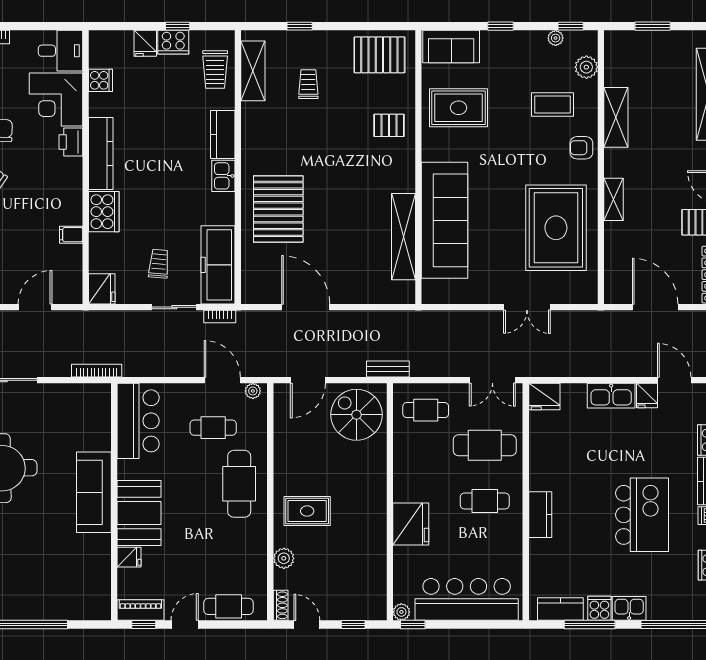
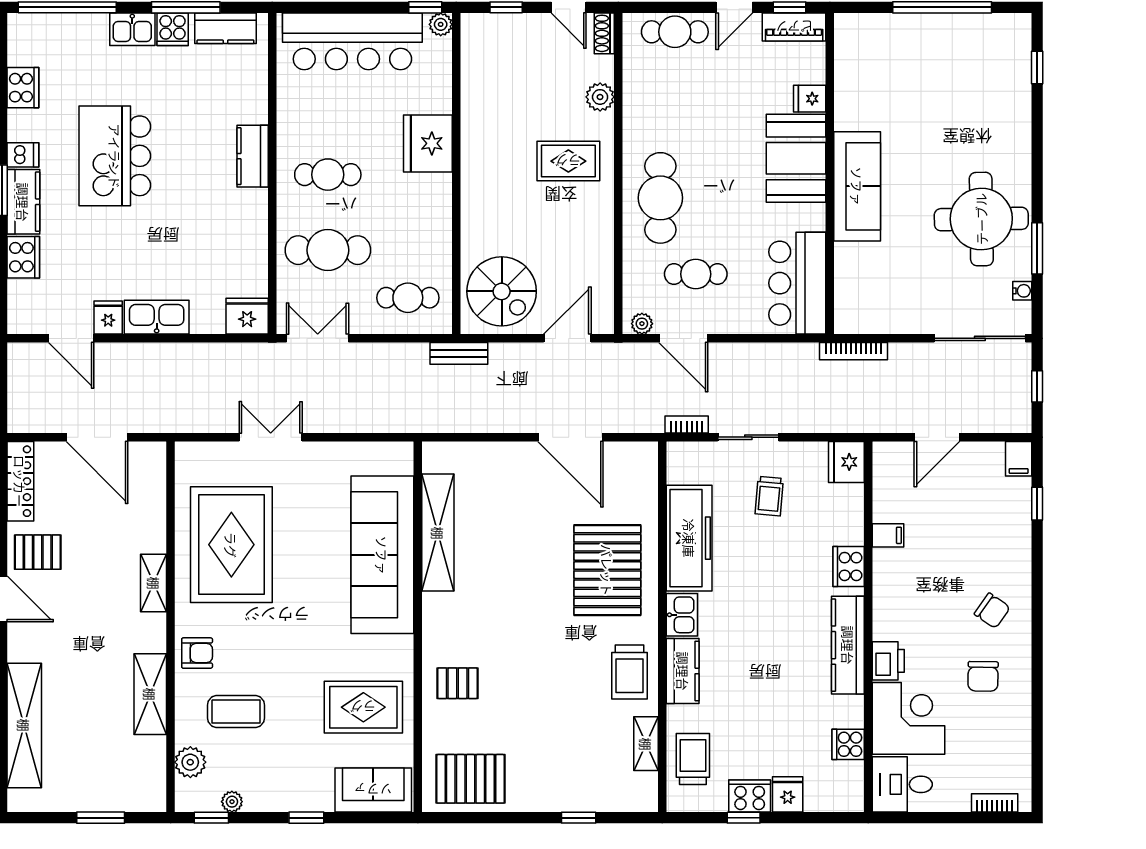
shelving: (253, 71) -> (646, 744), width x0.67, depth x0.75
trolley: (308, 84) -> (630, 672), moved, width x1.36, depth x1.39
cooker: (104, 212) -> (849, 566), width x0.73, depth x0.76
freezer: (218, 265) -> (689, 538), moved

